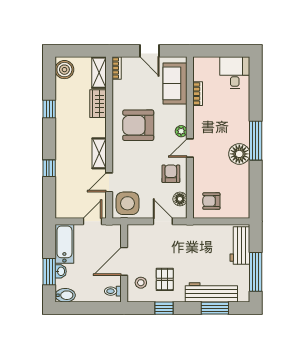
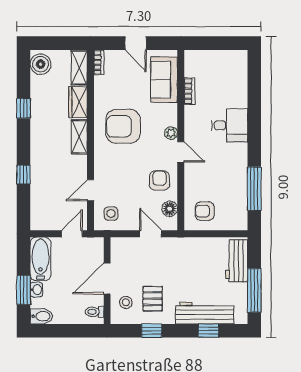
desk: (235, 73) -> (230, 125), moved, turned 90
window: (256, 141) -> (254, 189), moved
door: (190, 148) -> (181, 152), swing flipped
shelving: (99, 153) -> (79, 137), moved
floor lamp: (239, 154) -> (236, 158), removed
side table: (127, 203) -> (111, 214), width x0.54, depth x0.54
window: (215, 308) -> (209, 331), width x0.67

